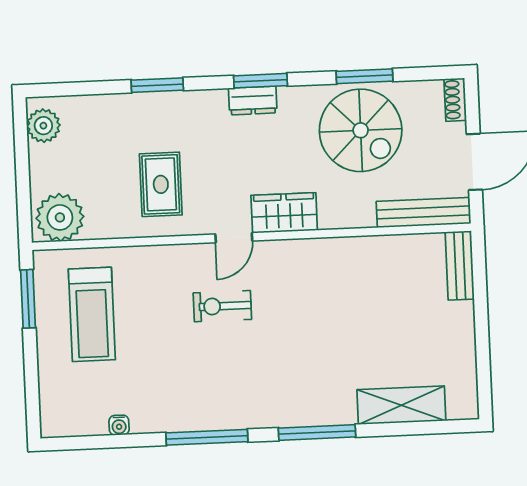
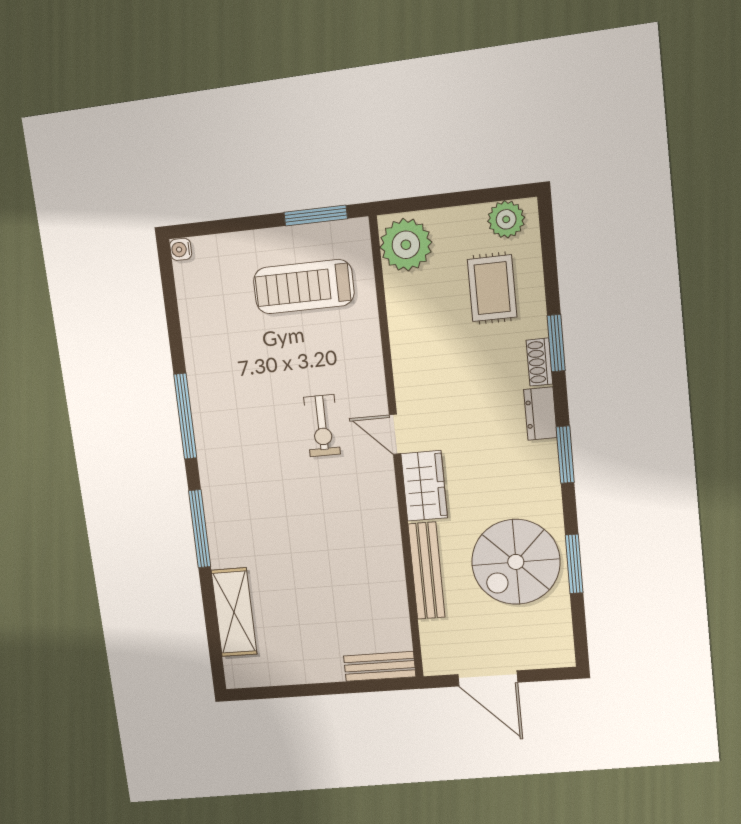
shoe rack: (455, 100) -> (539, 362), moved, turned -90
dresser: (253, 101) -> (540, 414), moved
rug: (161, 184) -> (492, 288), moved, turned 90
bench: (424, 212) -> (427, 571), moved
exercise bike: (222, 306) -> (322, 426), turned 180
water cooler: (119, 425) -> (181, 249), moved

